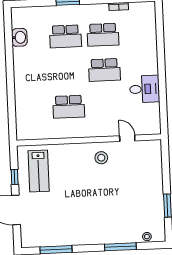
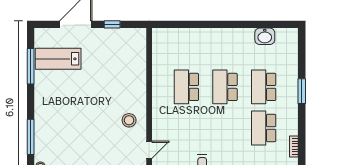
school desk: (104, 70) -> (225, 87), moved
lab bench: (39, 171) -> (58, 59), moved

